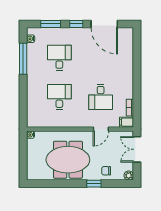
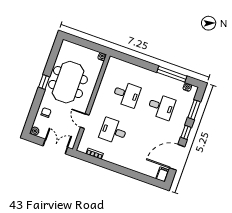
filing cabinet: (127, 122) -> (162, 174), moved
window: (94, 184) -> (44, 82), moved

